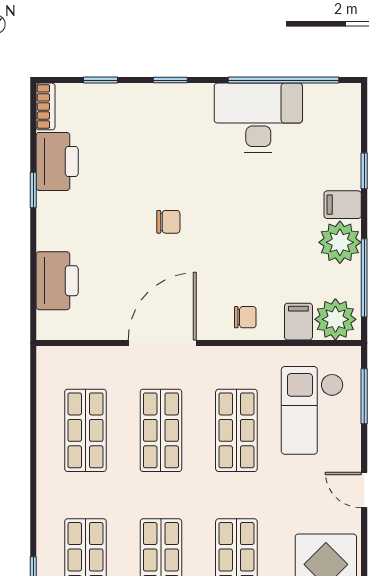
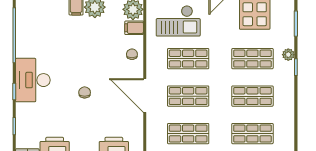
desk: (258, 118) -> (33, 80), moved

